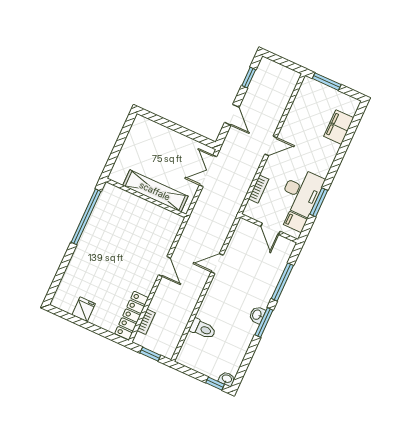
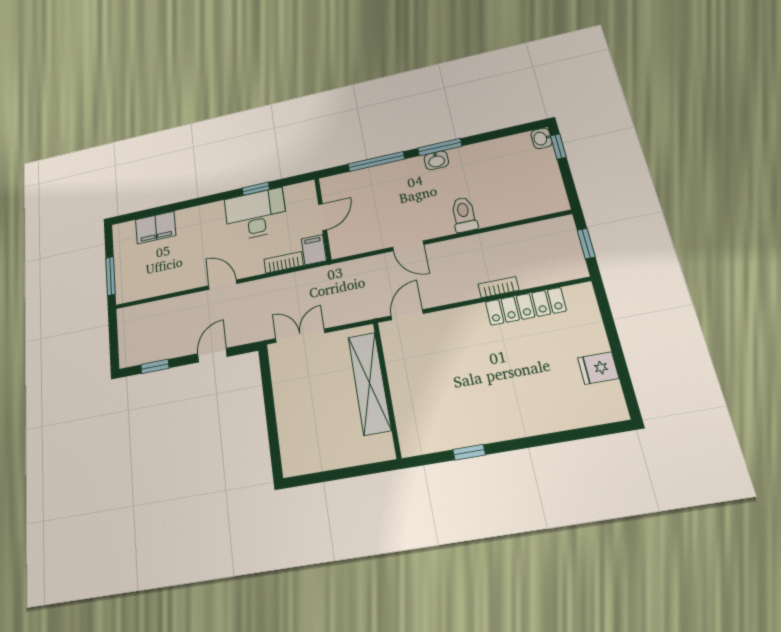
double door: (208, 171) -> (300, 336), swing flipped
window: (319, 202) -> (256, 189), width x0.67
window: (86, 217) -> (469, 452), width x0.32
filing cabinet: (295, 222) -> (314, 250), moved, turned 180
door: (164, 266) -> (407, 315), moved
locker: (132, 316) -> (526, 306), moved
bookcase: (146, 322) -> (498, 287), moved
toilet: (203, 329) -> (464, 215), moved

